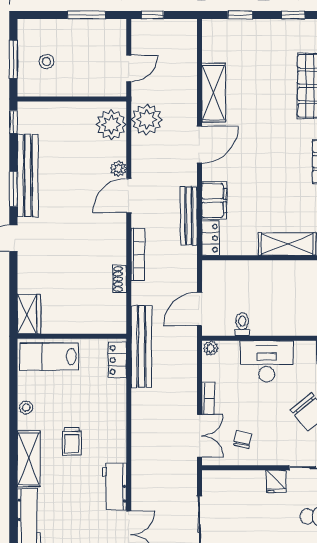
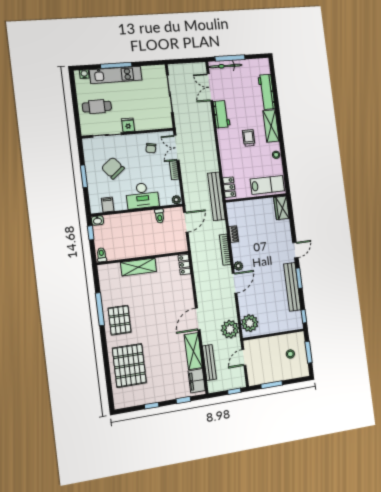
plant: (118, 169) -> (238, 266), moved
filing cabinet: (214, 201) -> (197, 381), moved
bench: (189, 216) -> (209, 363), moved

